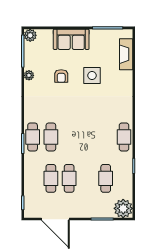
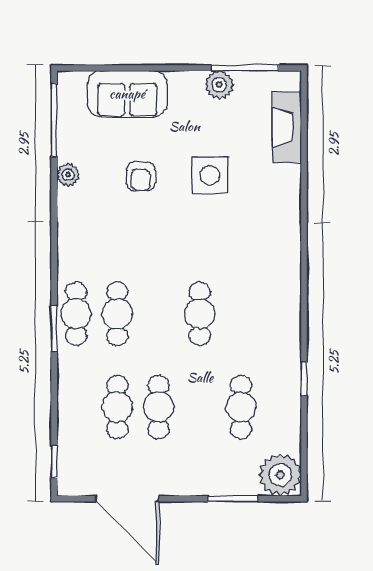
plant: (30, 35) -> (219, 85), moved
sofa: (71, 39) -> (127, 94), moved
cafe table: (124, 137) -> (200, 314), moved

